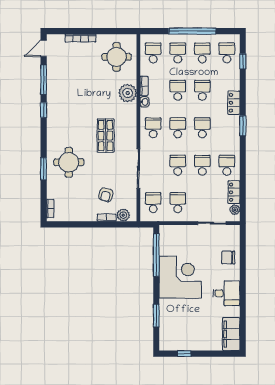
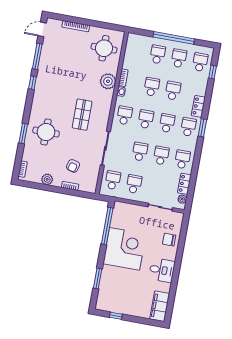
school desk: (153, 53) -> (188, 127), moved
plant: (123, 215) -> (47, 179), moved

